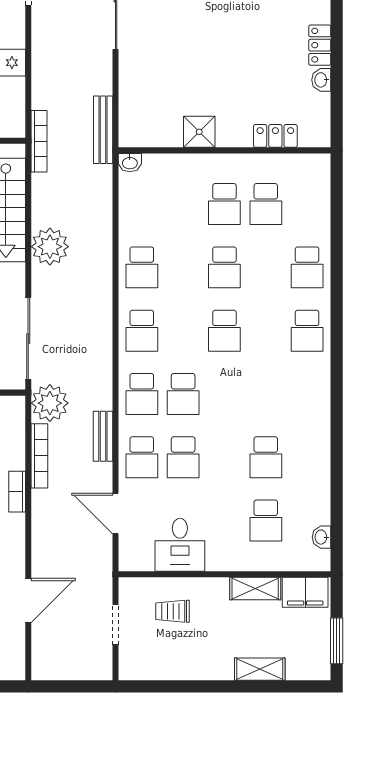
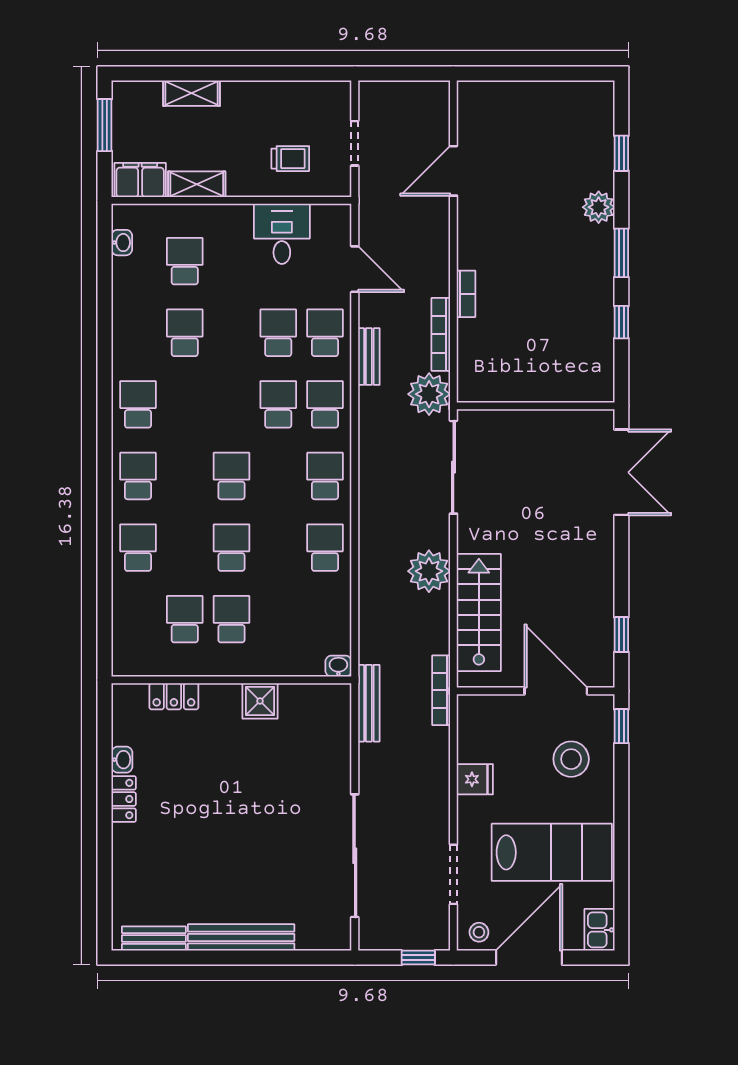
school desk: (307, 394) -> (138, 404), added

